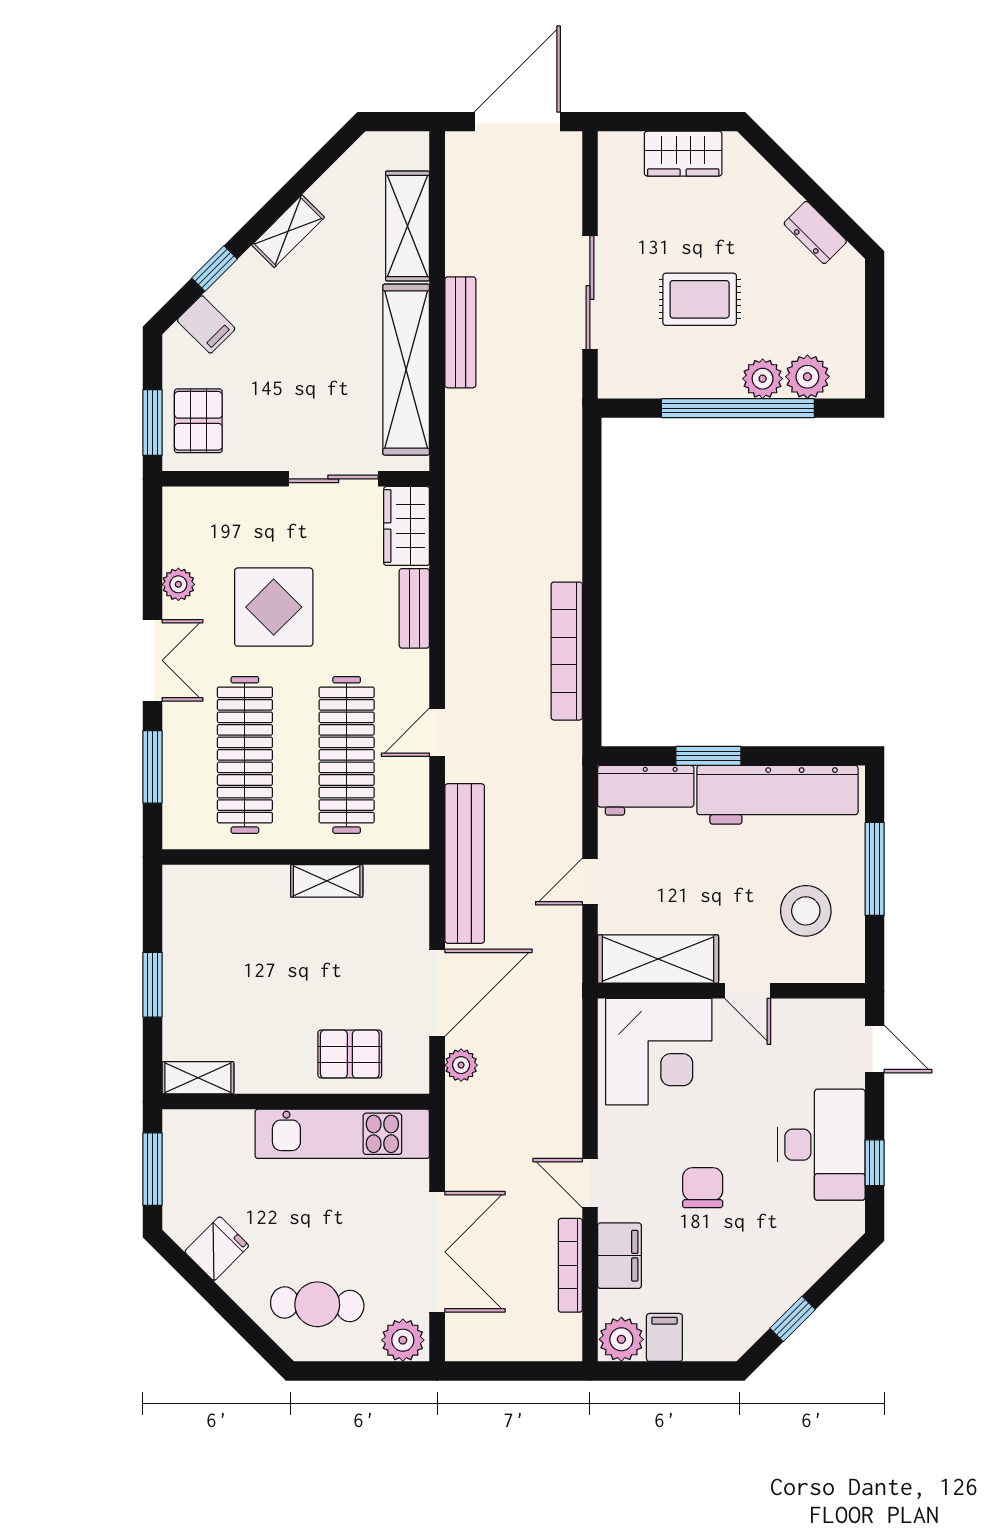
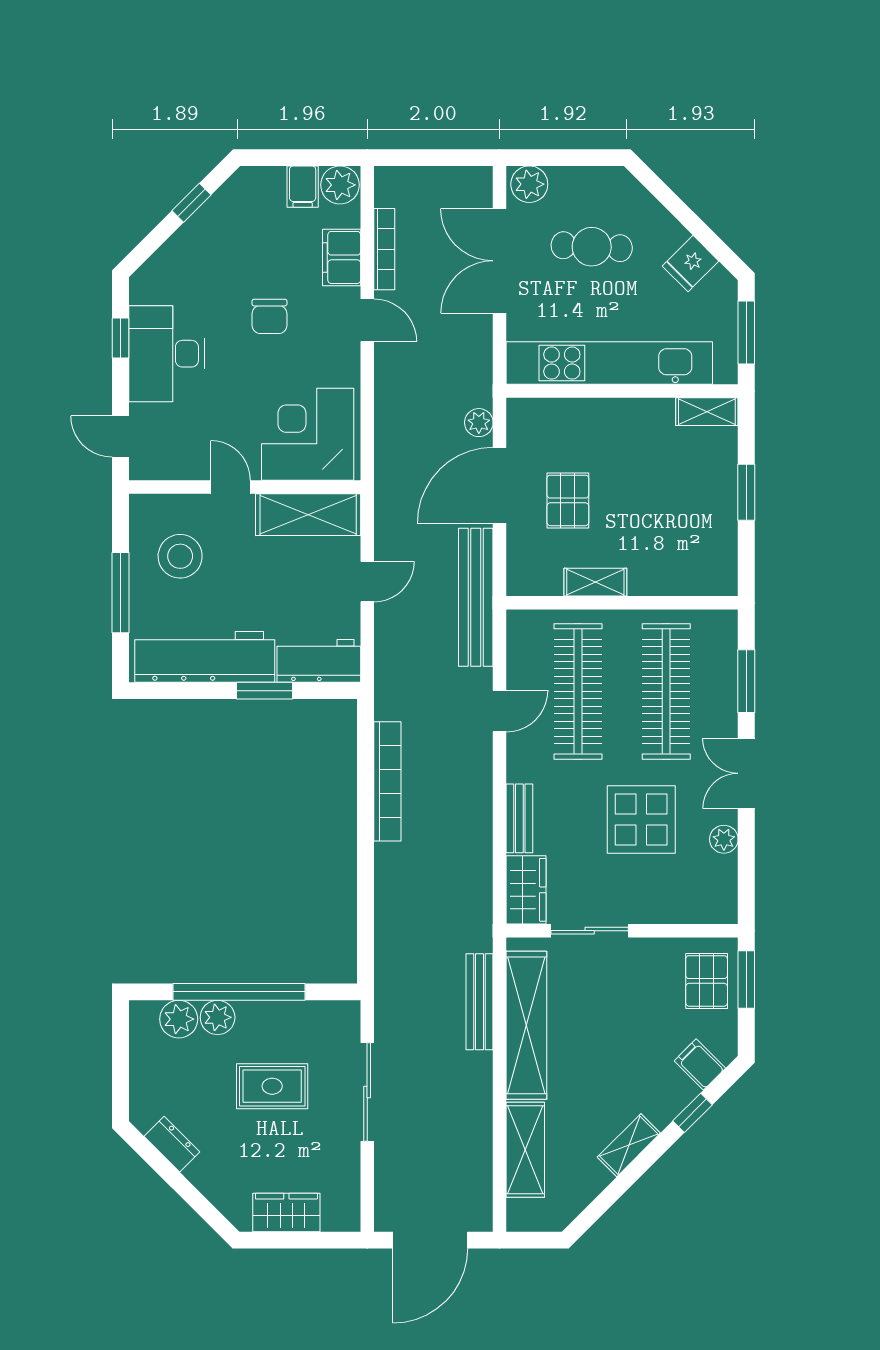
bench: (460, 332) -> (479, 1002), moved
pallet: (350, 1054) -> (568, 500), moved, turned 90
kitchen unit: (342, 1134) -> (609, 363), width x1.36
cafe table: (317, 1304) -> (592, 247), moved

